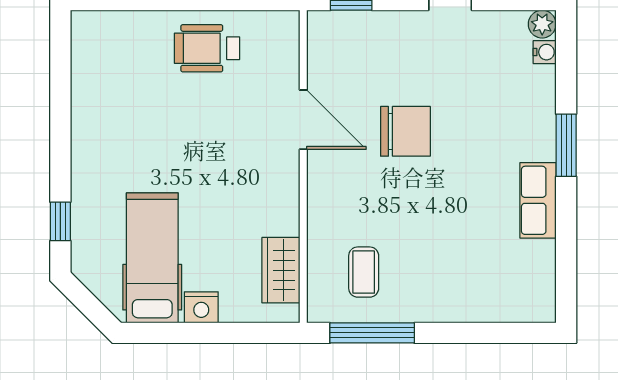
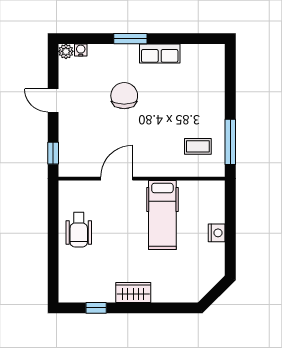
chair: (405, 131) -> (124, 96), moved
window: (60, 221) -> (96, 308), moved
hospital bed: (152, 258) -> (162, 215), moved, turned -90
wardrobe: (281, 270) -> (133, 292), moved, turned 180

